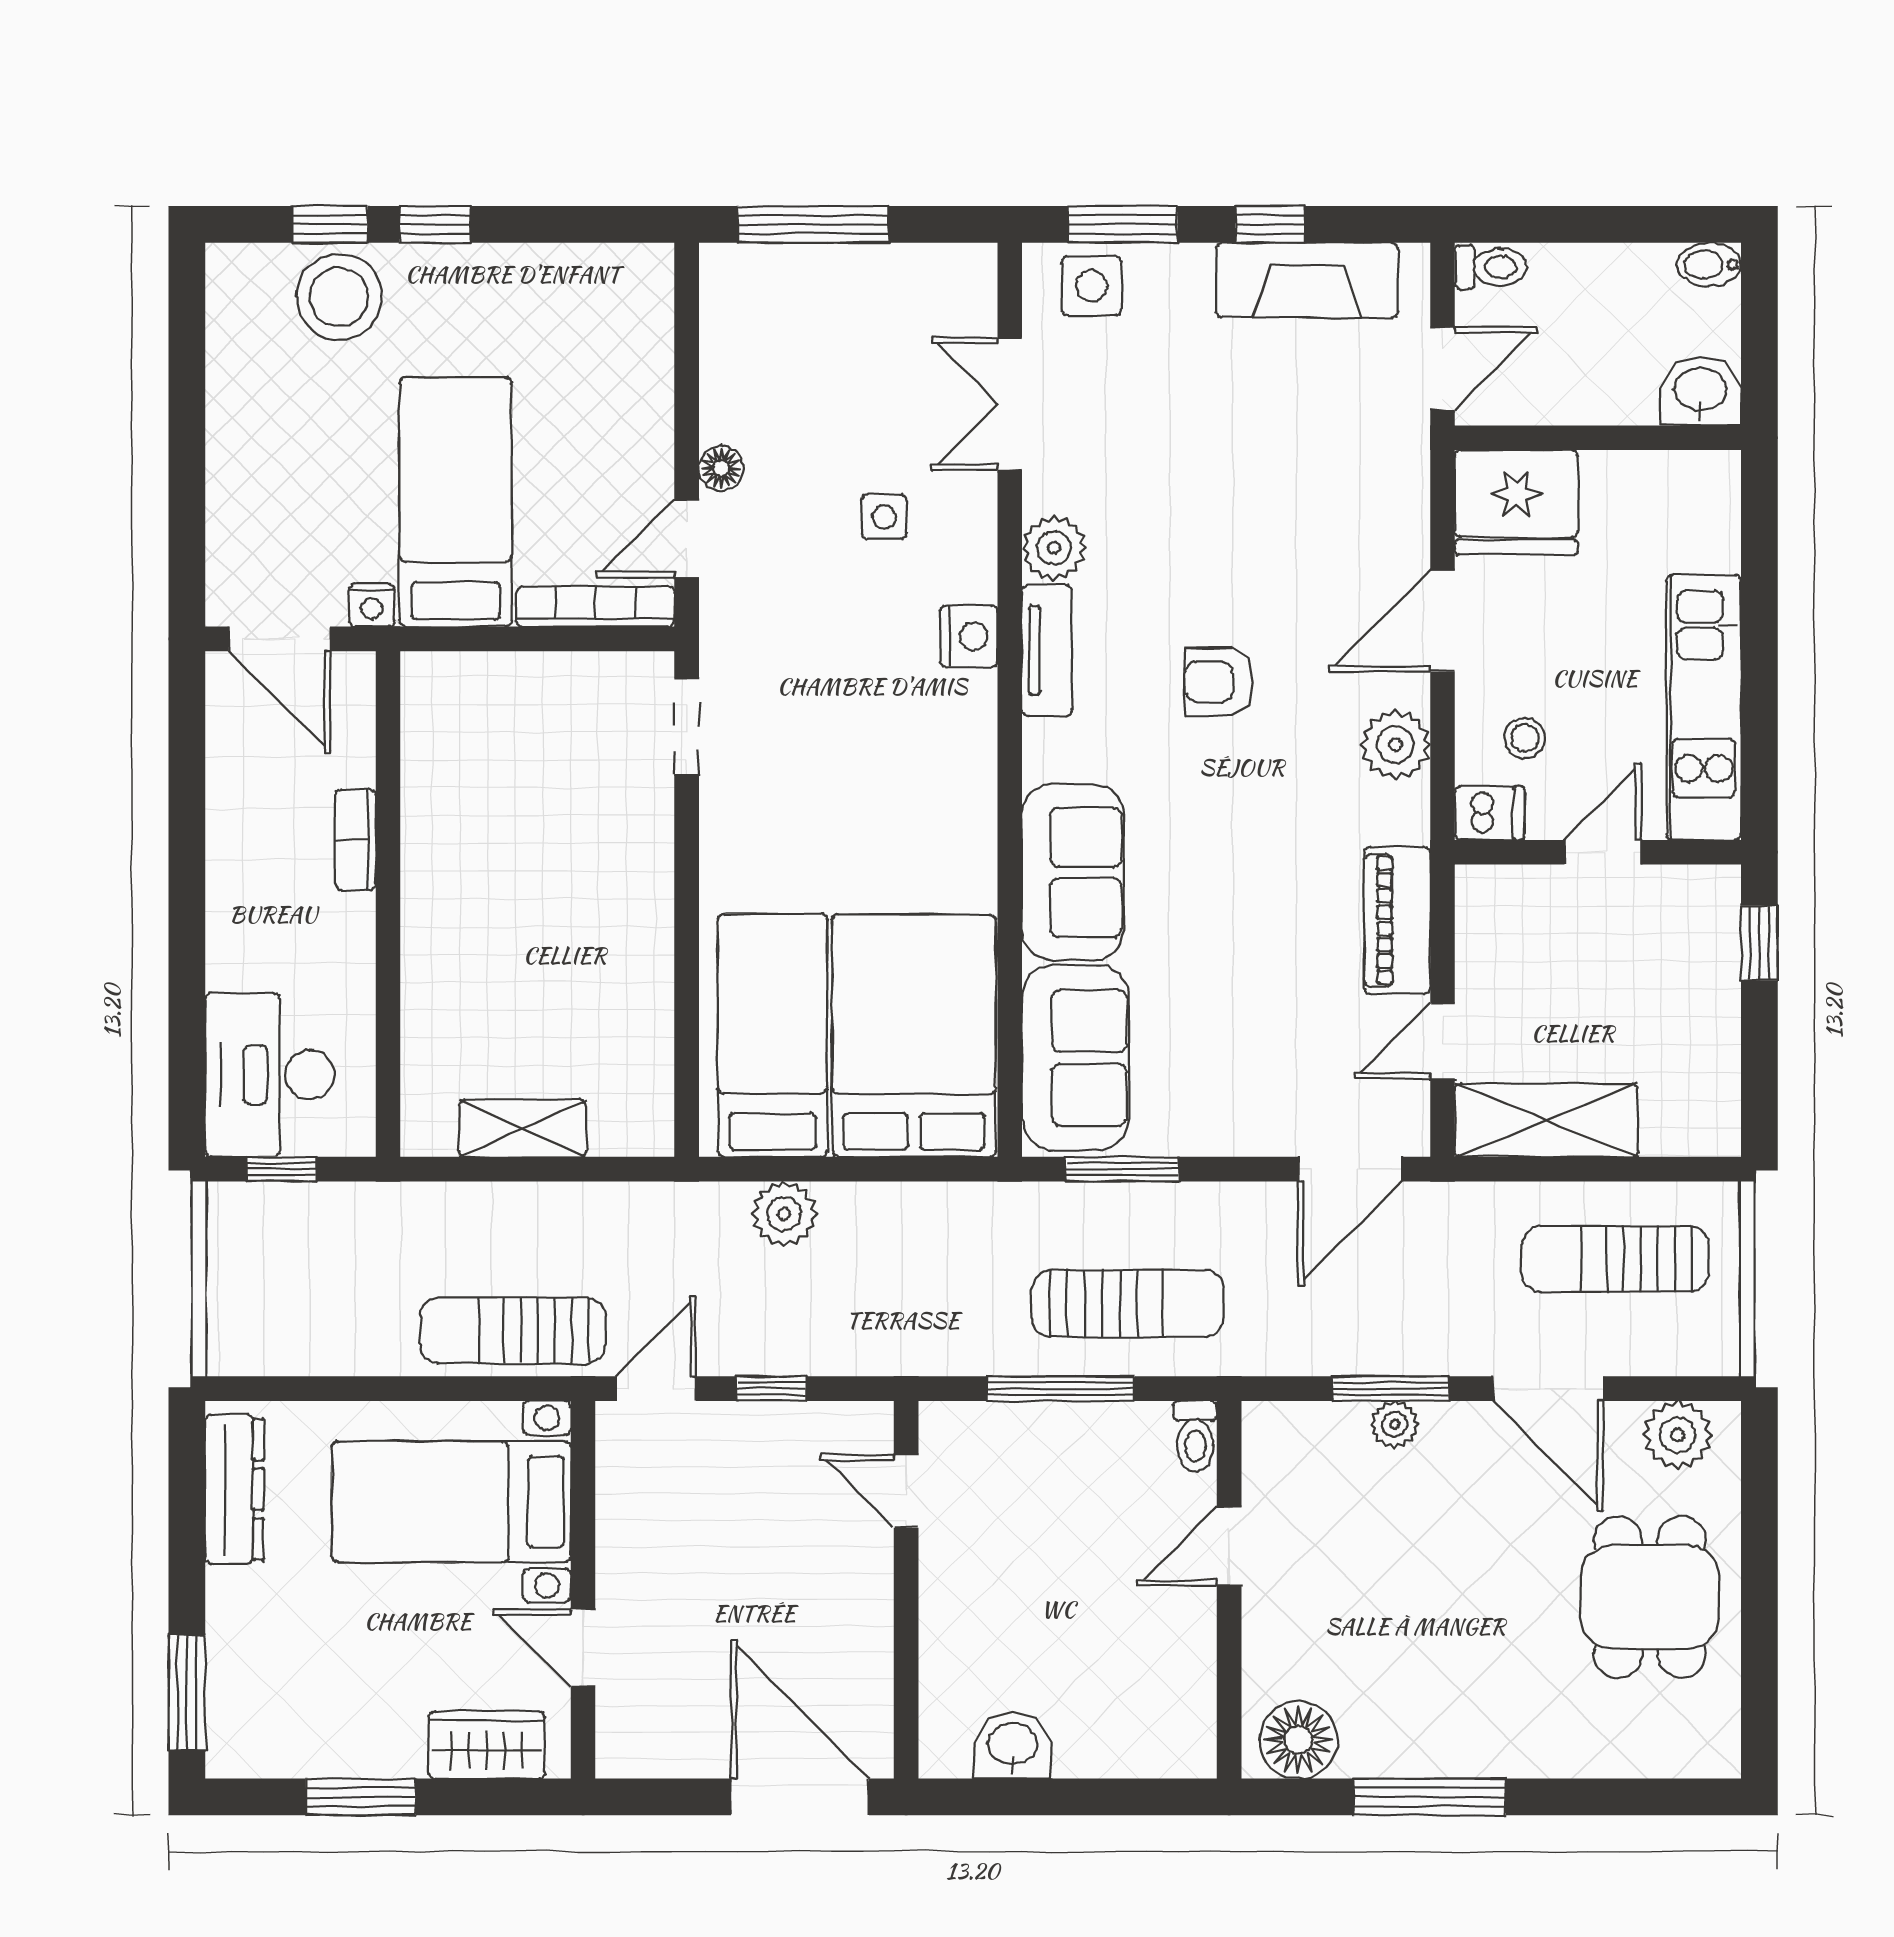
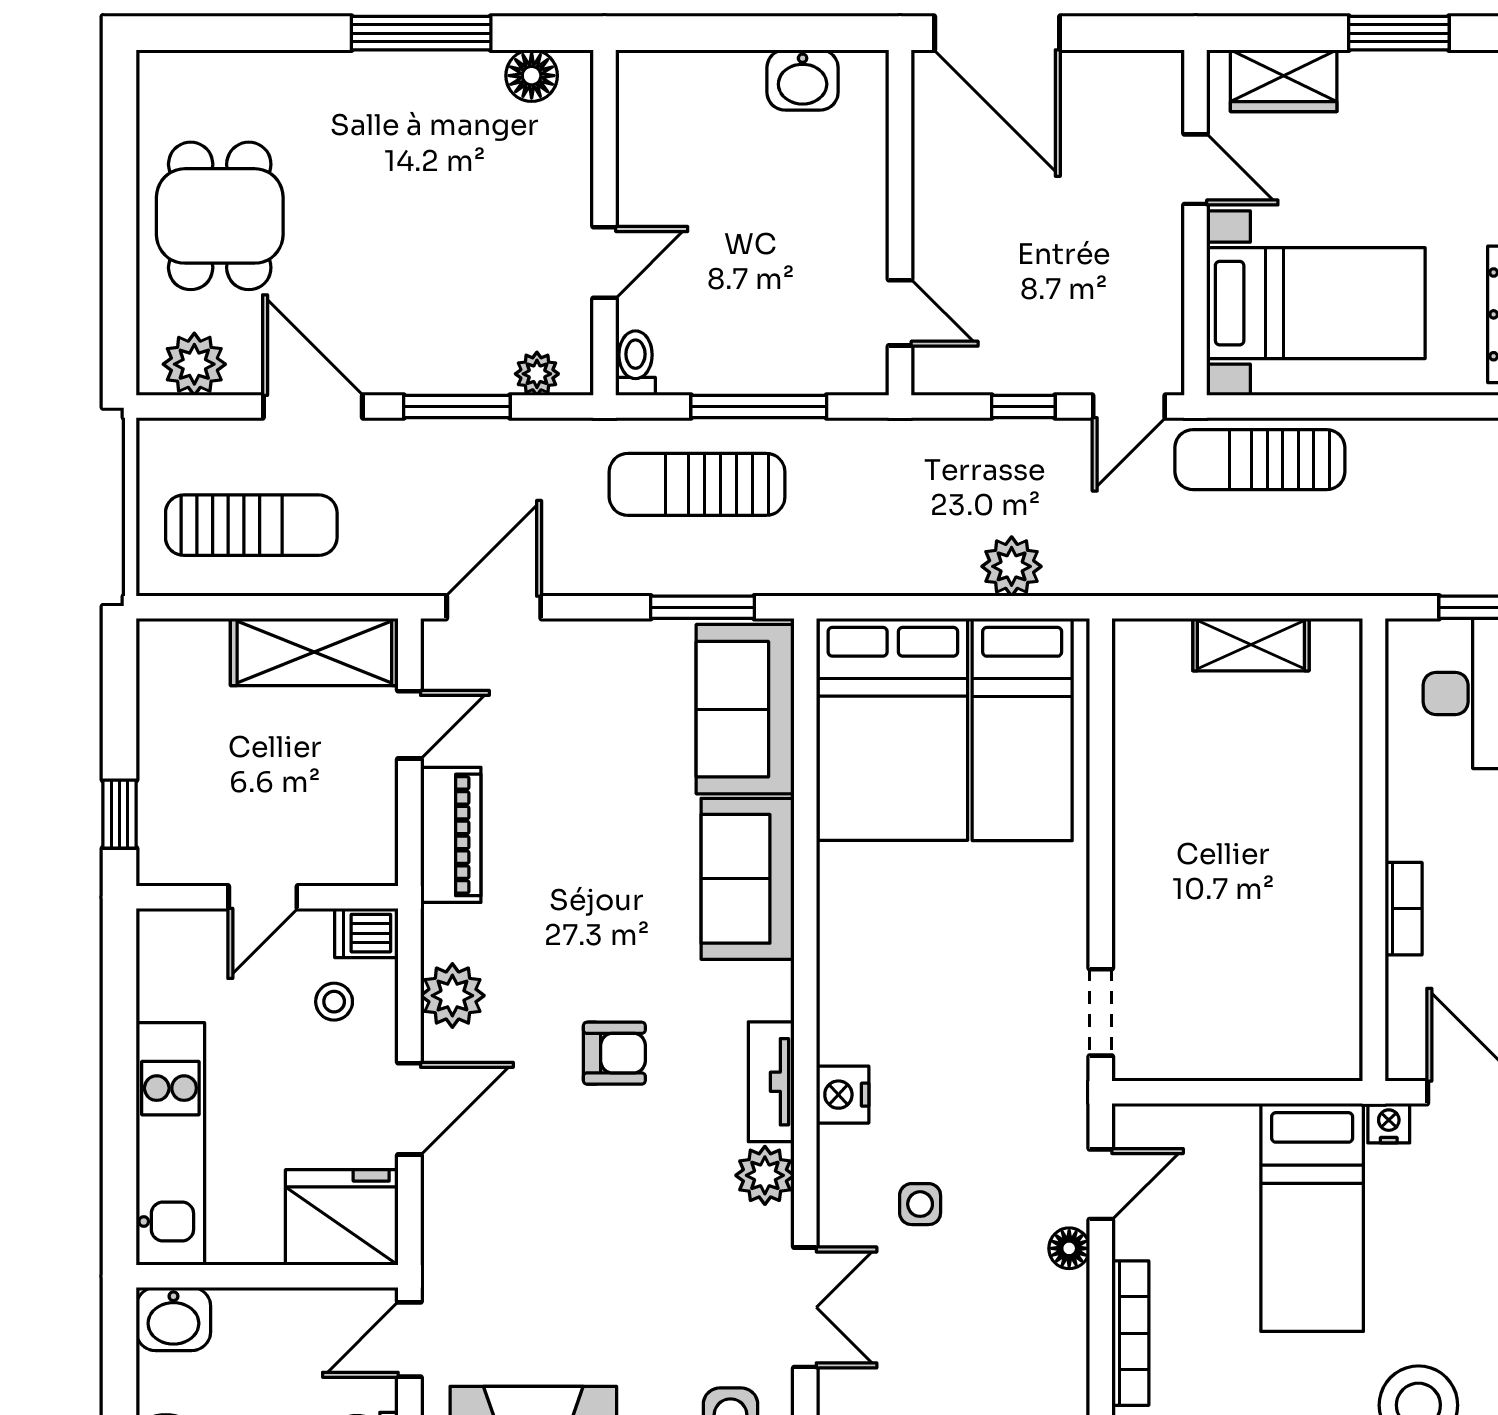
bookcase: (595, 606) -> (1130, 1333), moved, turned -90
kitchen unit: (1704, 707) -> (170, 1144), moved
sun lounger: (513, 1331) -> (1260, 460), turned 180
plant: (1395, 1424) -> (537, 374), moved
floor lamp: (1298, 1740) -> (532, 76), width x0.73, depth x0.73

